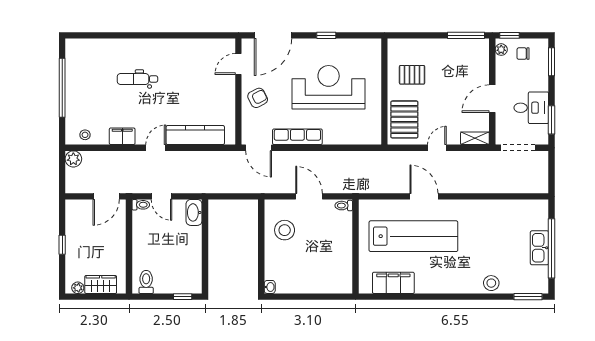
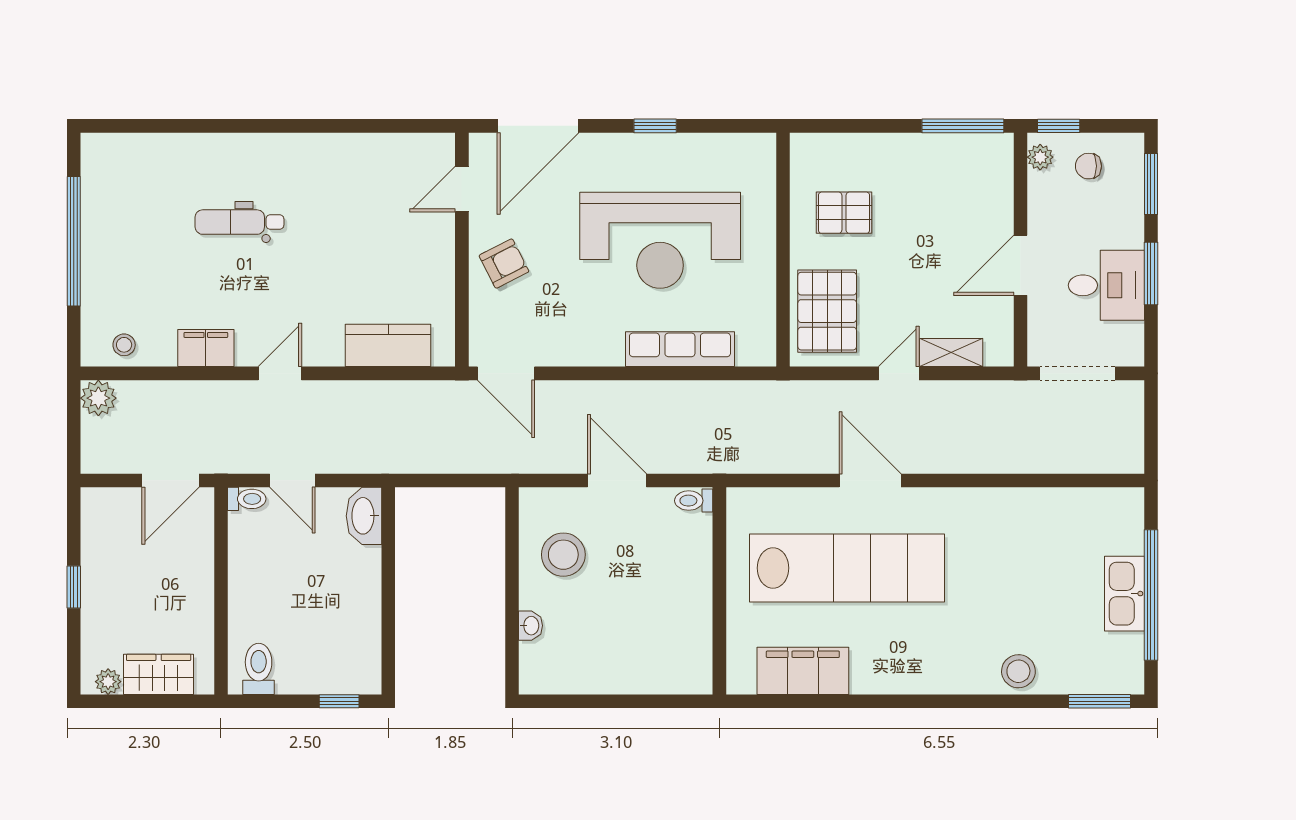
reception desk: (329, 87) -> (660, 240), turned 180
window: (552, 120) -> (1151, 274), moved
kitchen counter: (195, 135) -> (388, 345), width x0.67
row of seats: (297, 137) -> (680, 349), moved
shelving: (475, 138) -> (951, 353), moved
washbasin: (270, 287) -> (531, 626), moved

